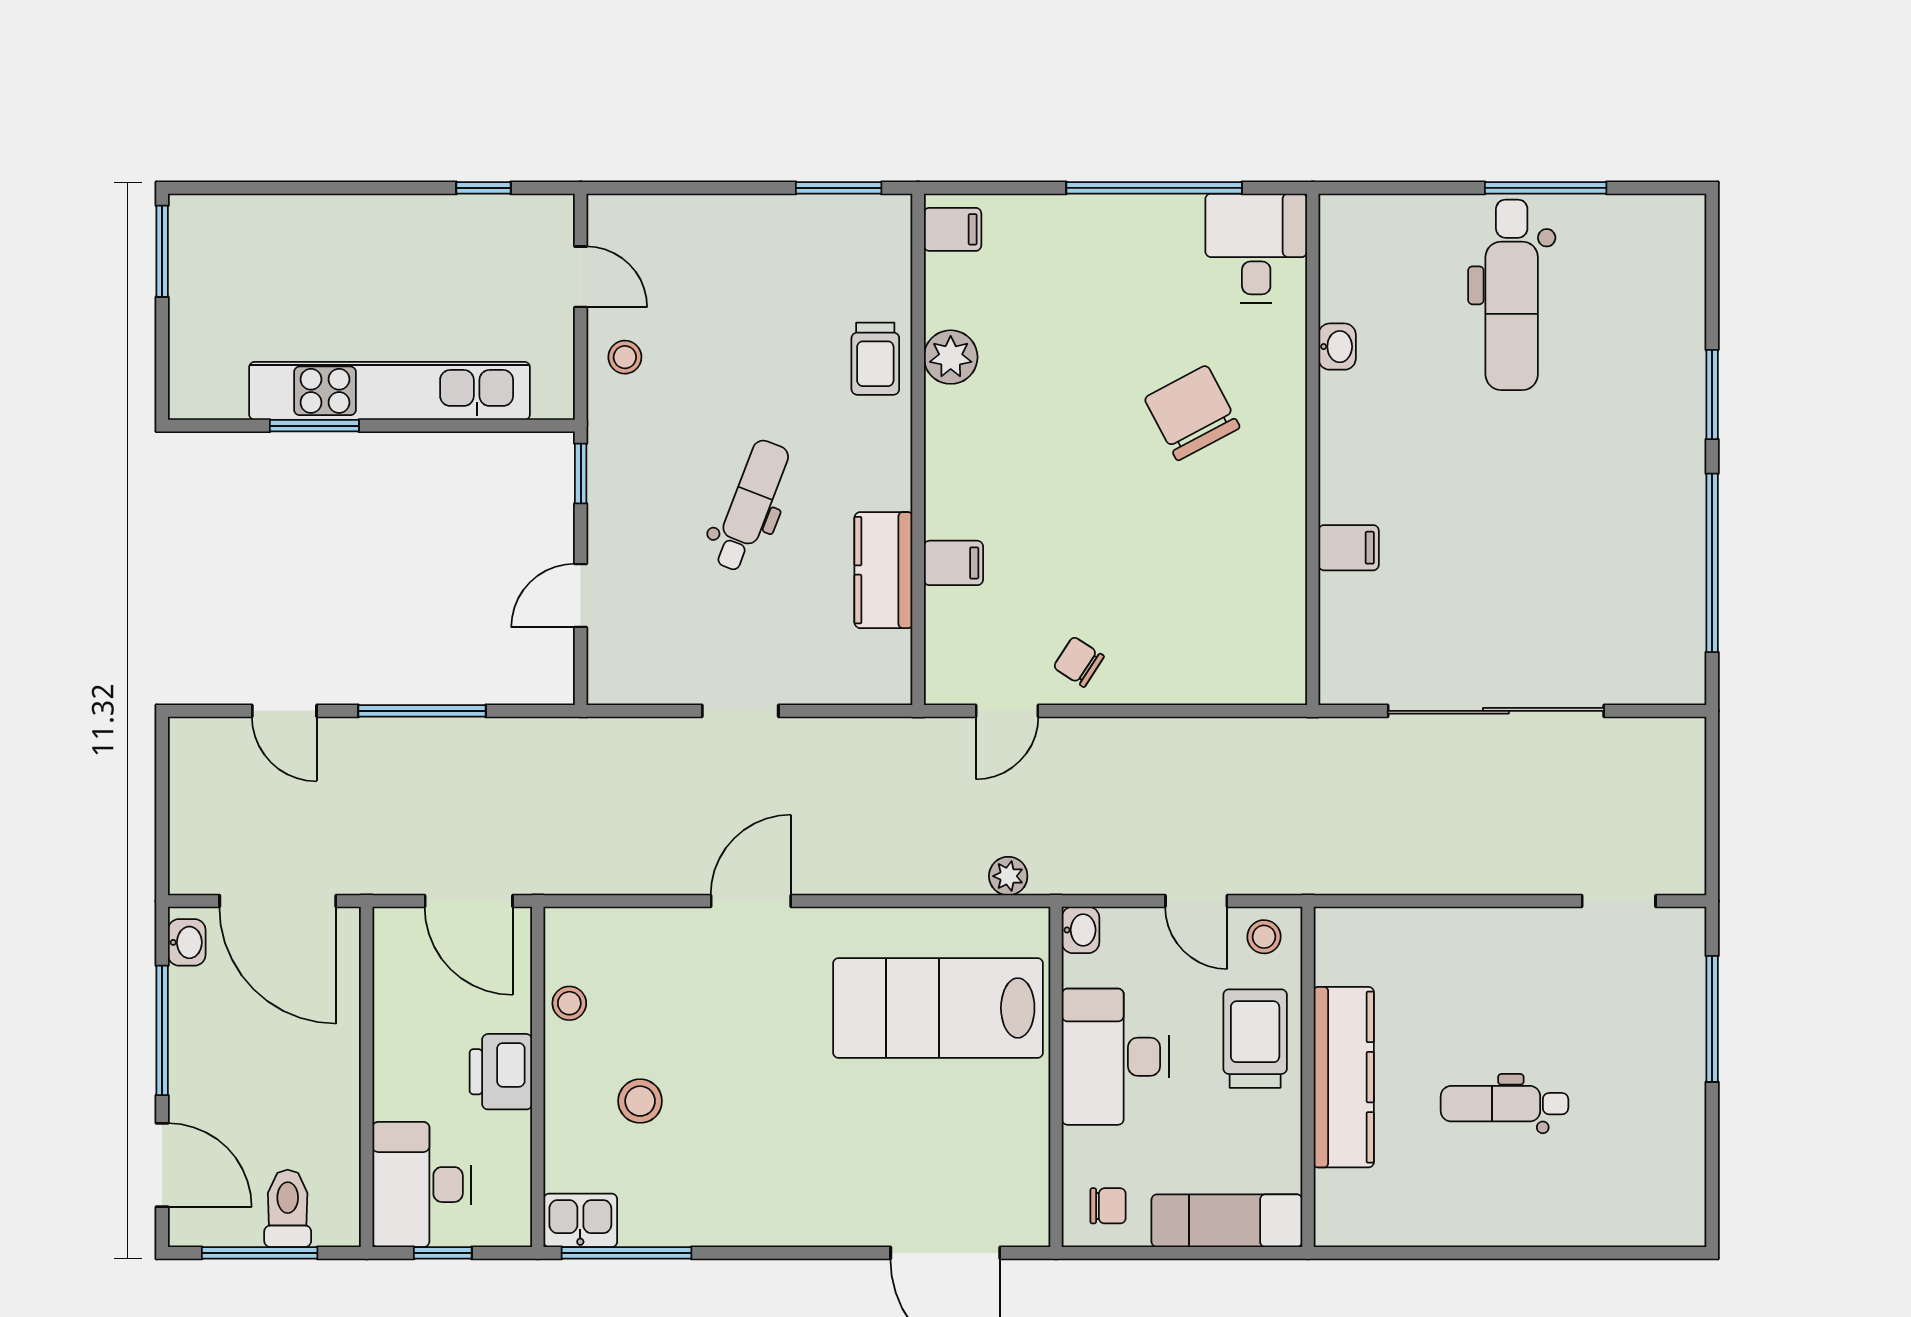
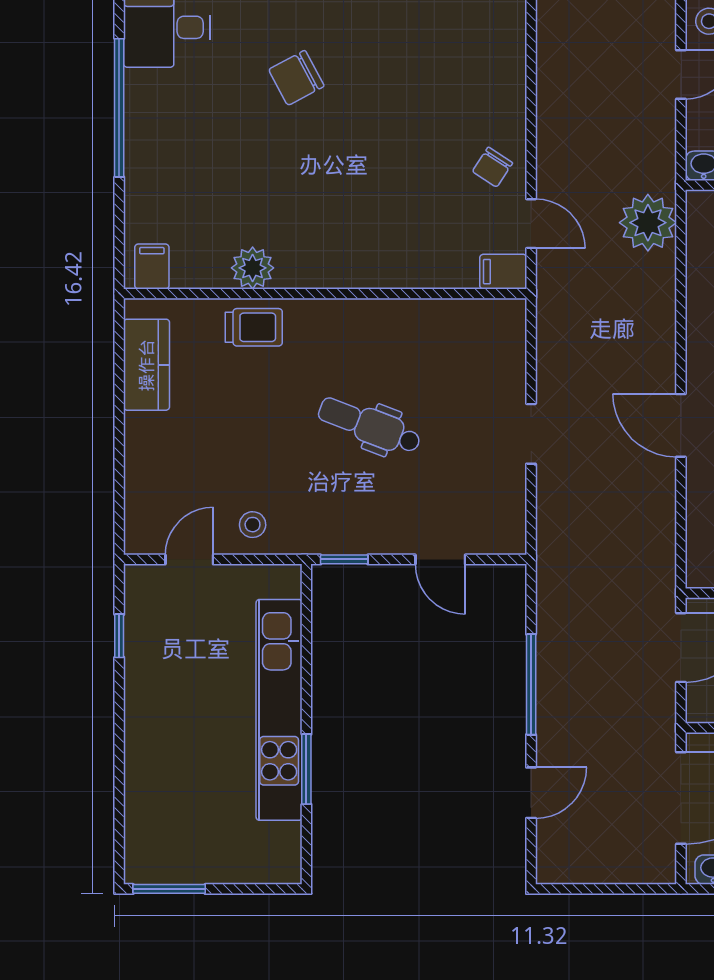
window: (839, 188) -> (119, 356), removed
chair: (1192, 413) -> (296, 78), width x0.73, depth x0.73
filing cabinet: (953, 563) -> (503, 272), moved, turned -90
kitchen counter: (883, 570) -> (147, 365), moved, turned -90
plant: (1008, 876) -> (648, 223), width x1.88, depth x1.88

